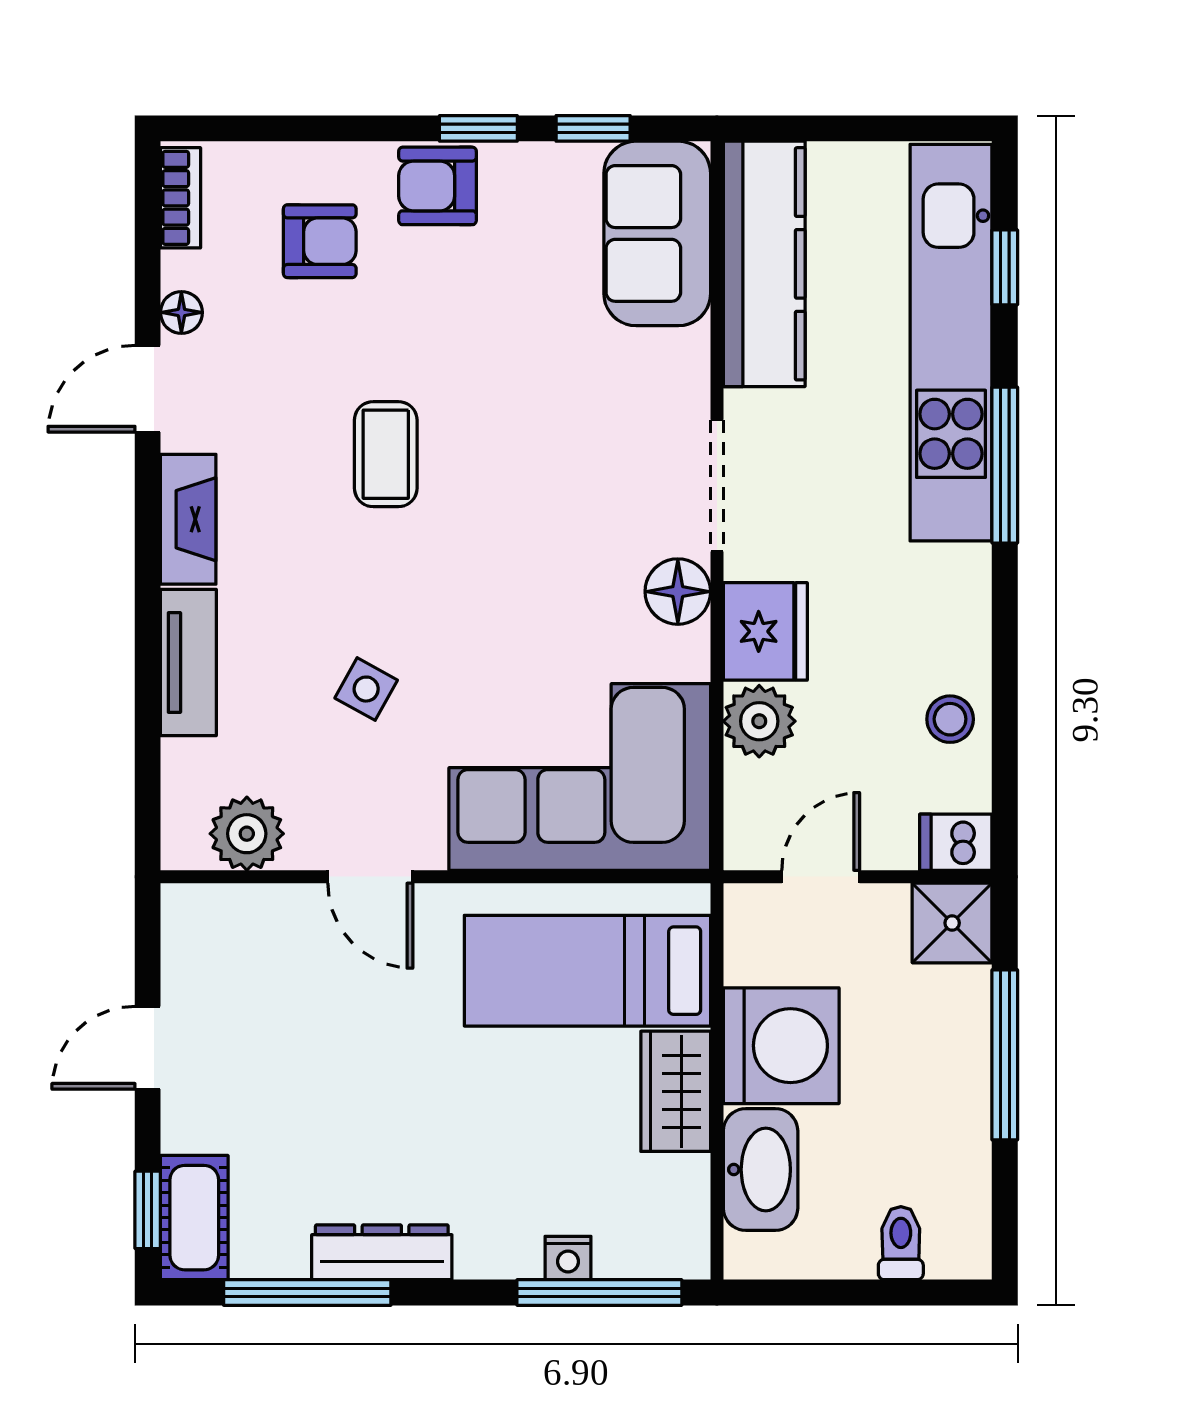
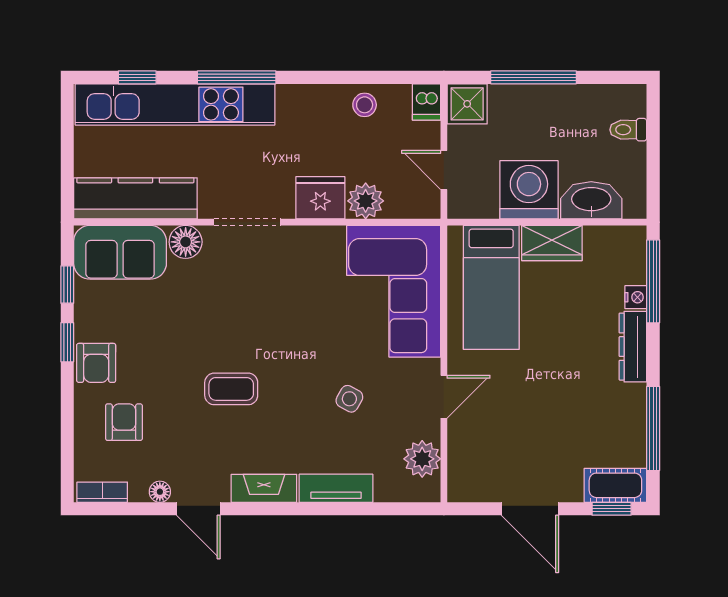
floor lamp: (678, 592) -> (186, 242), moved
door: (148, 1048) -> (530, 509), width x1.38
dresser: (382, 1252) -> (633, 347), moved

